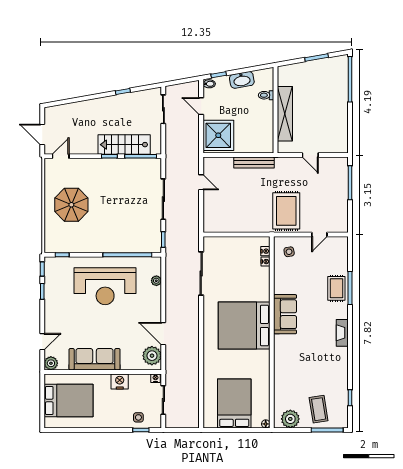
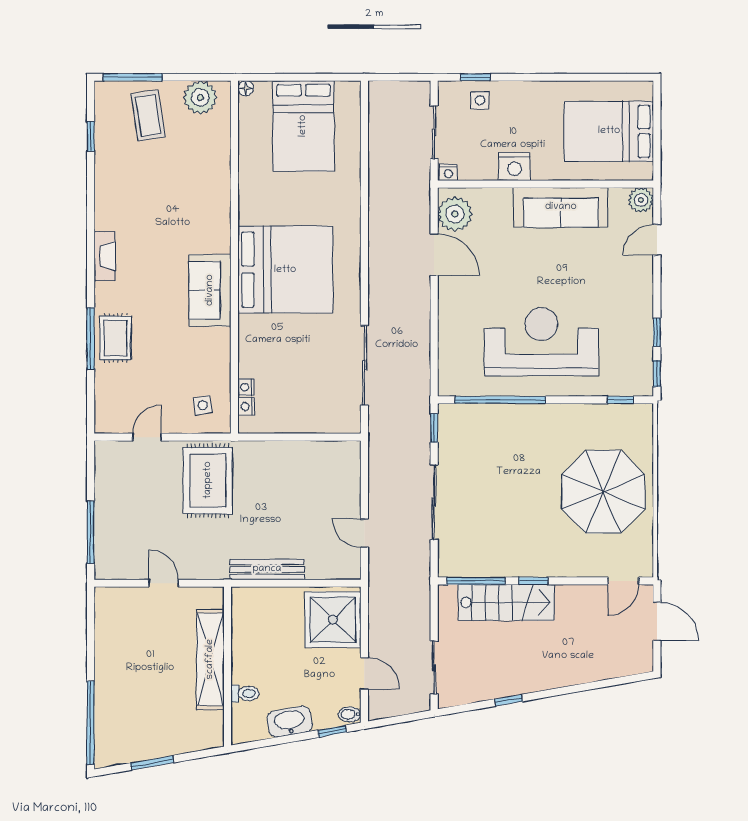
parasol: (71, 205) -> (603, 492), width x1.36, depth x1.36
plant: (156, 281) -> (447, 352), removed

